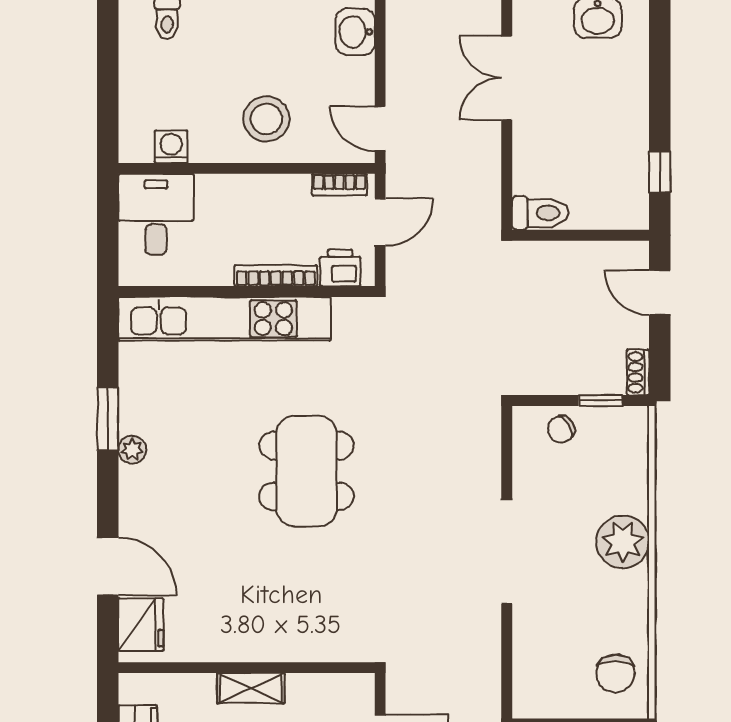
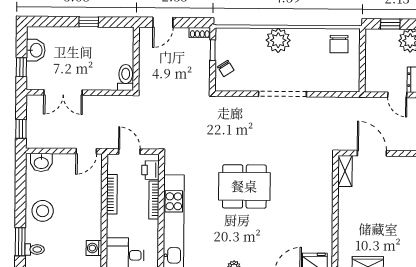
stool: (266, 119) -> (43, 211), moved
window: (660, 172) -> (89, 22), moved
bookcase: (339, 185) -> (112, 194), moved, width x1.56
chair: (616, 673) -> (339, 44), turned 90
shelving: (251, 688) -> (345, 171), moved

